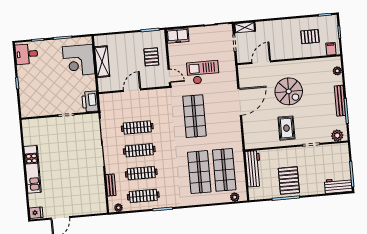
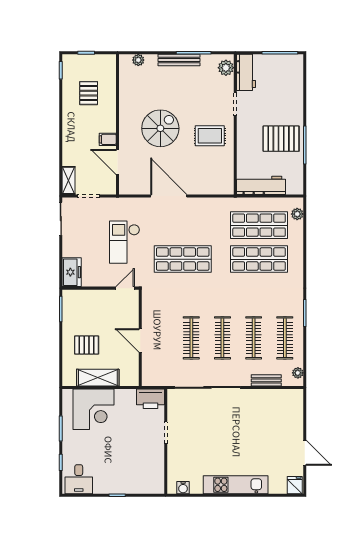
filing cabinet: (331, 49) -> (108, 139), moved
pallet: (151, 57) -> (87, 345), moved
water cooler: (27, 131) -> (183, 488), added
workbench: (338, 186) -> (246, 72), moved, turned 180

